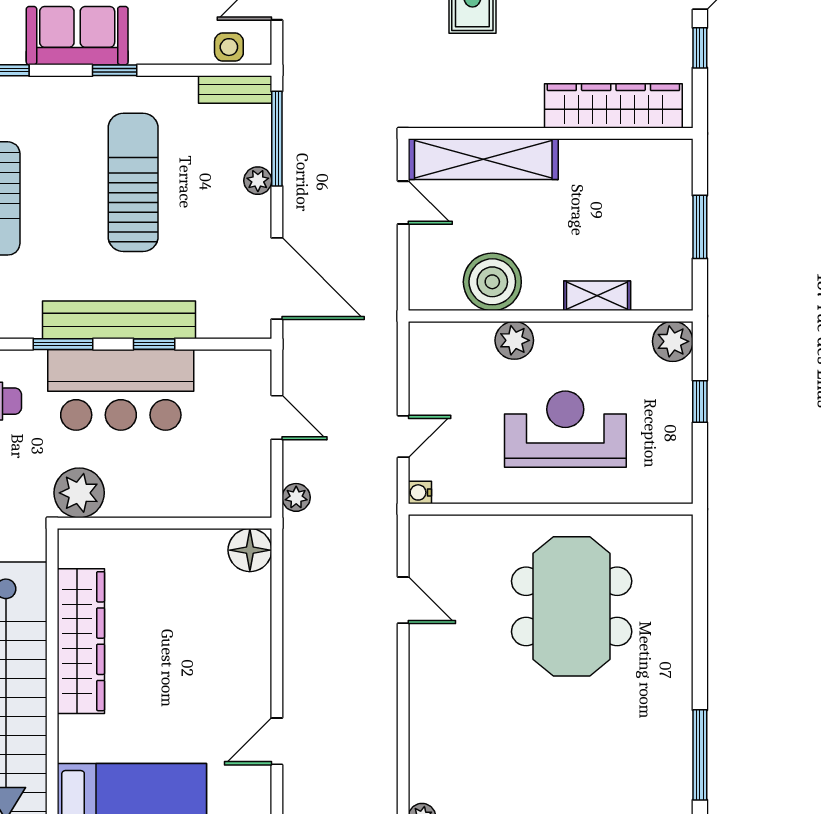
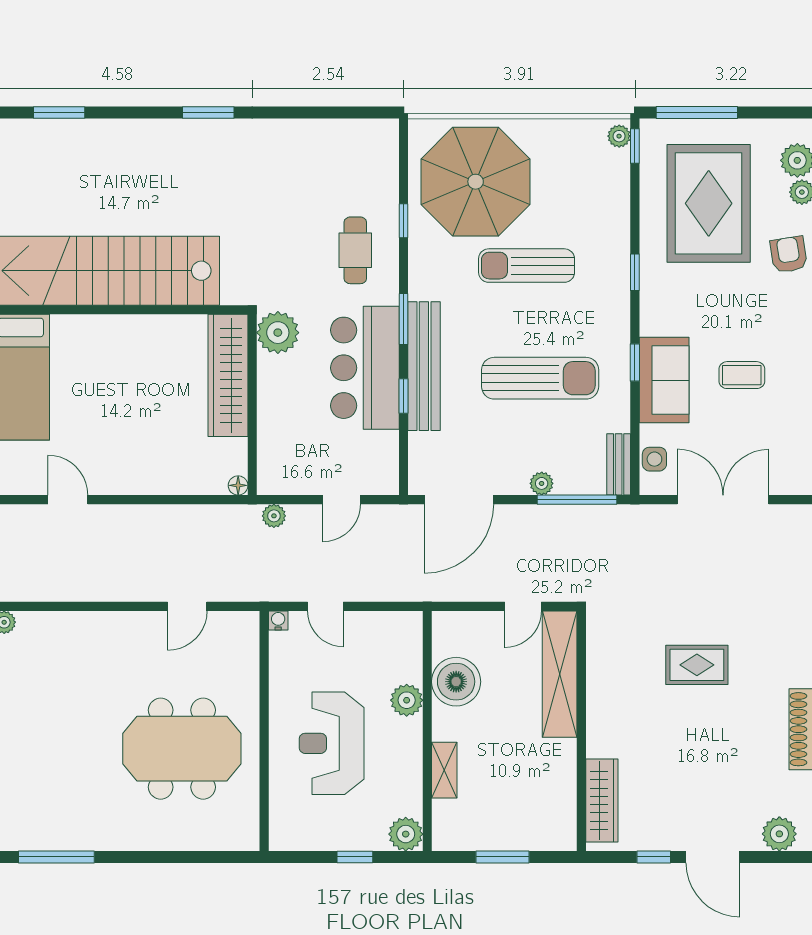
sofa: (77, 36) -> (664, 380), moved
wardrobe: (613, 106) -> (602, 801), width x0.71, depth x0.85
reception desk: (565, 429) -> (332, 743), turned 180
floor lamp: (250, 550) -> (238, 485), width x0.53, depth x0.53
wardrobe: (81, 641) -> (228, 375), moved, turned 90

